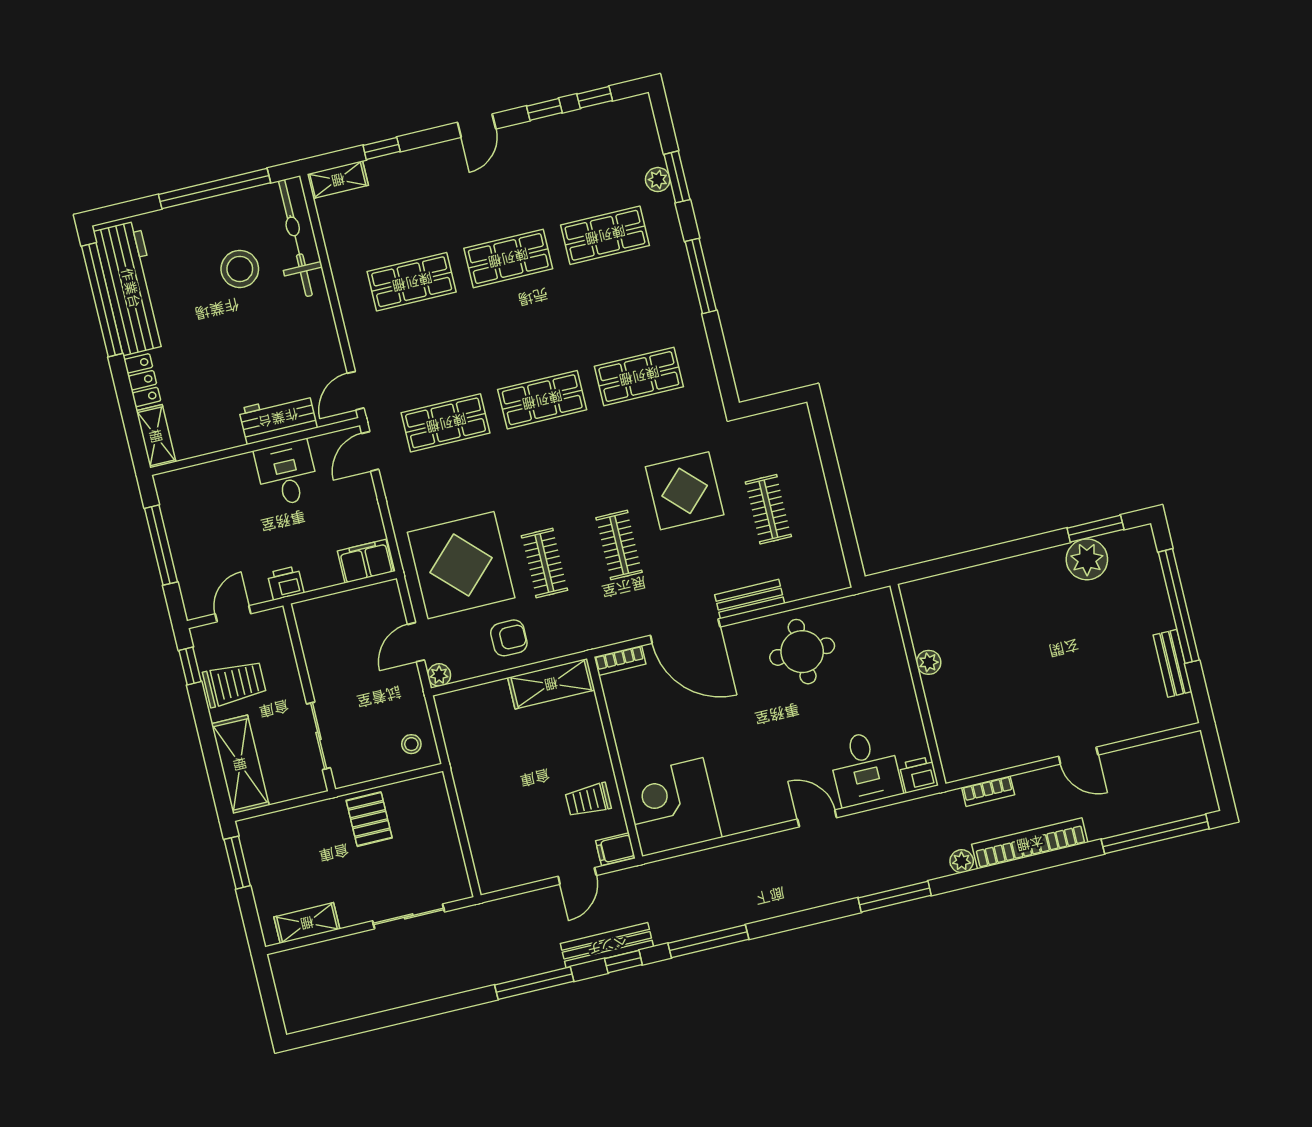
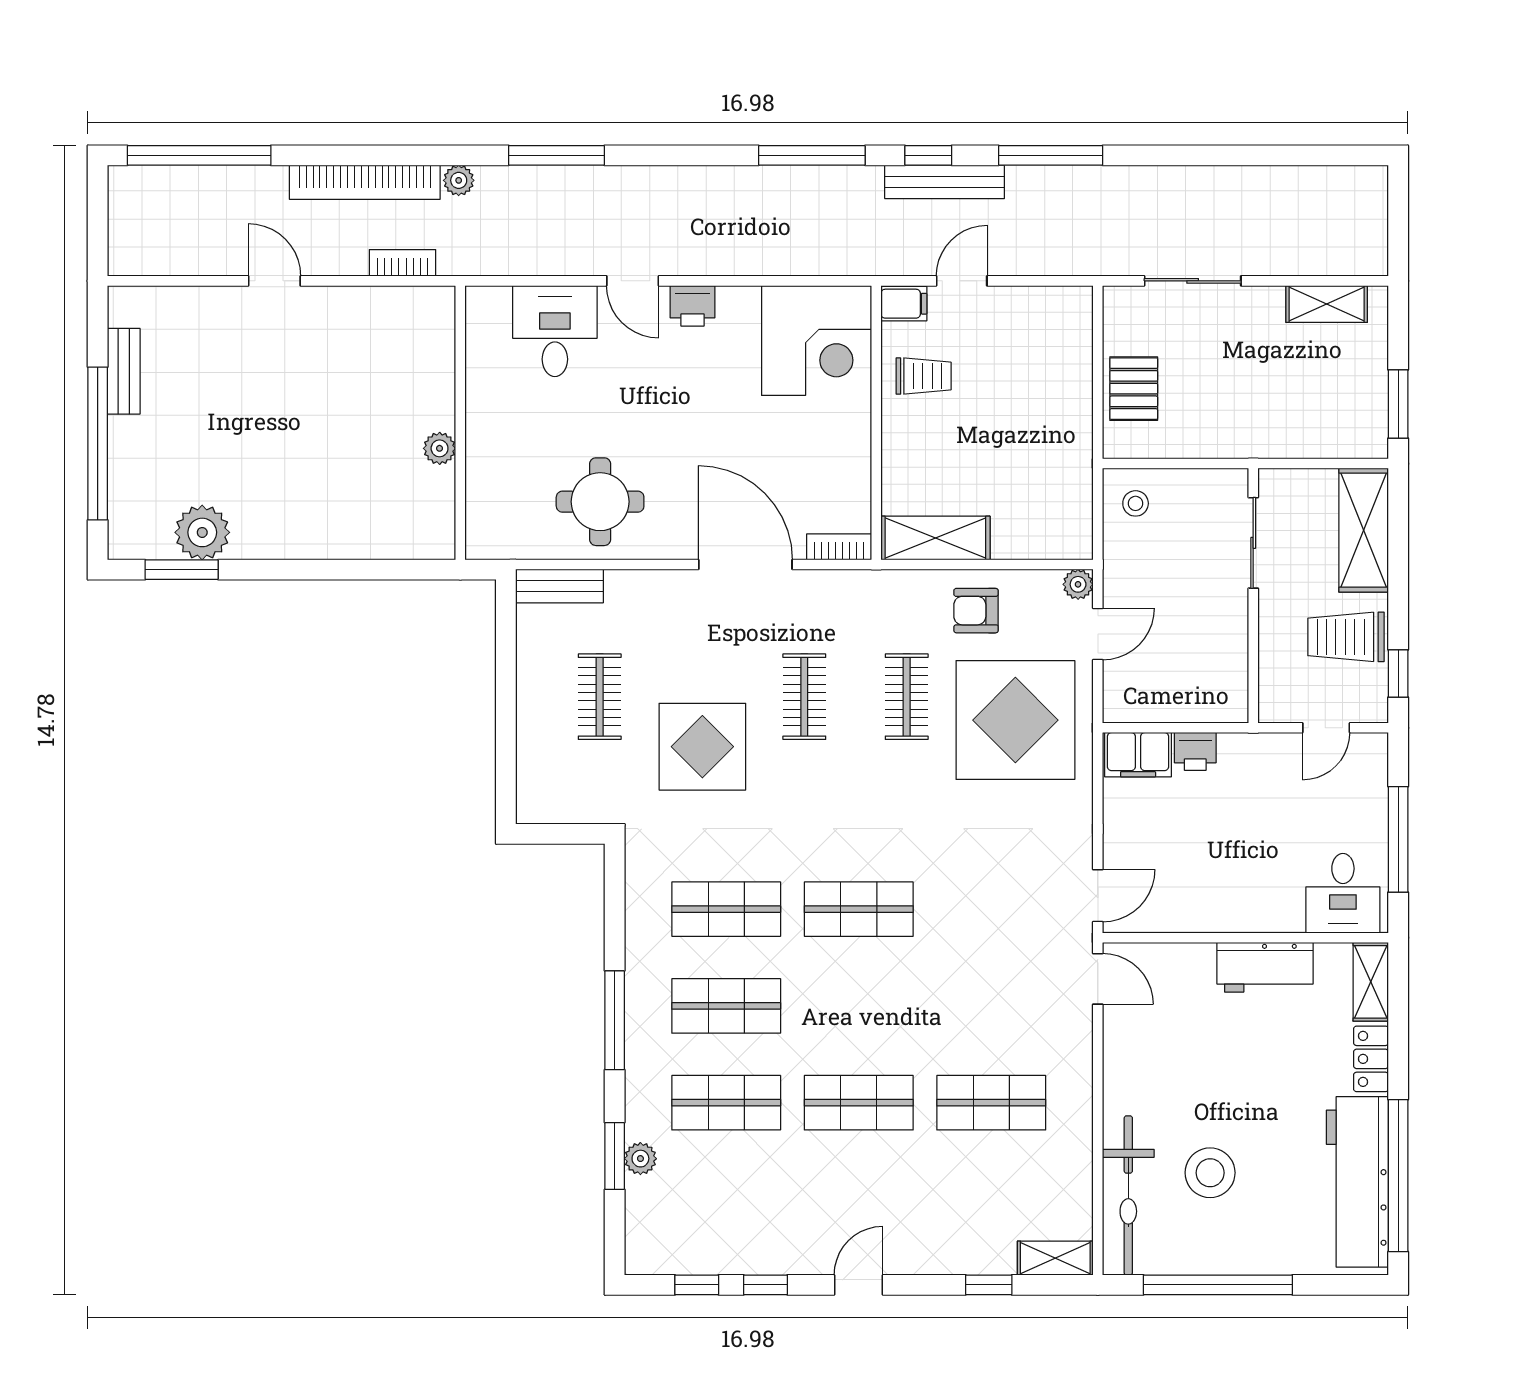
door: (356, 391) -> (1098, 979), hinge flipped
workbench: (278, 418) -> (1265, 967), moved
shop shelf: (446, 423) -> (726, 1006), moved
desk: (287, 473) -> (1343, 893), moved
printer: (286, 583) -> (1195, 751), moved
bench: (750, 599) -> (559, 586), moved
printer: (919, 775) -> (693, 306), moved
pallet: (369, 819) -> (1134, 389), moved

